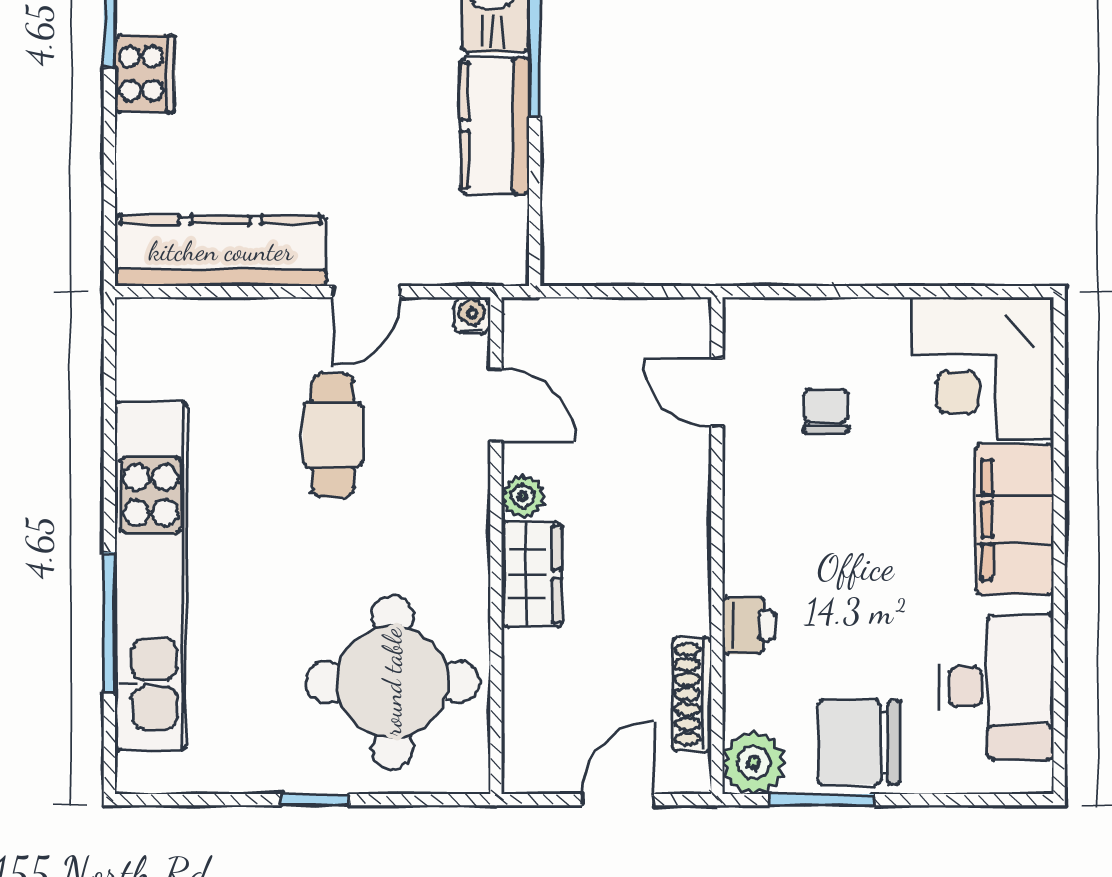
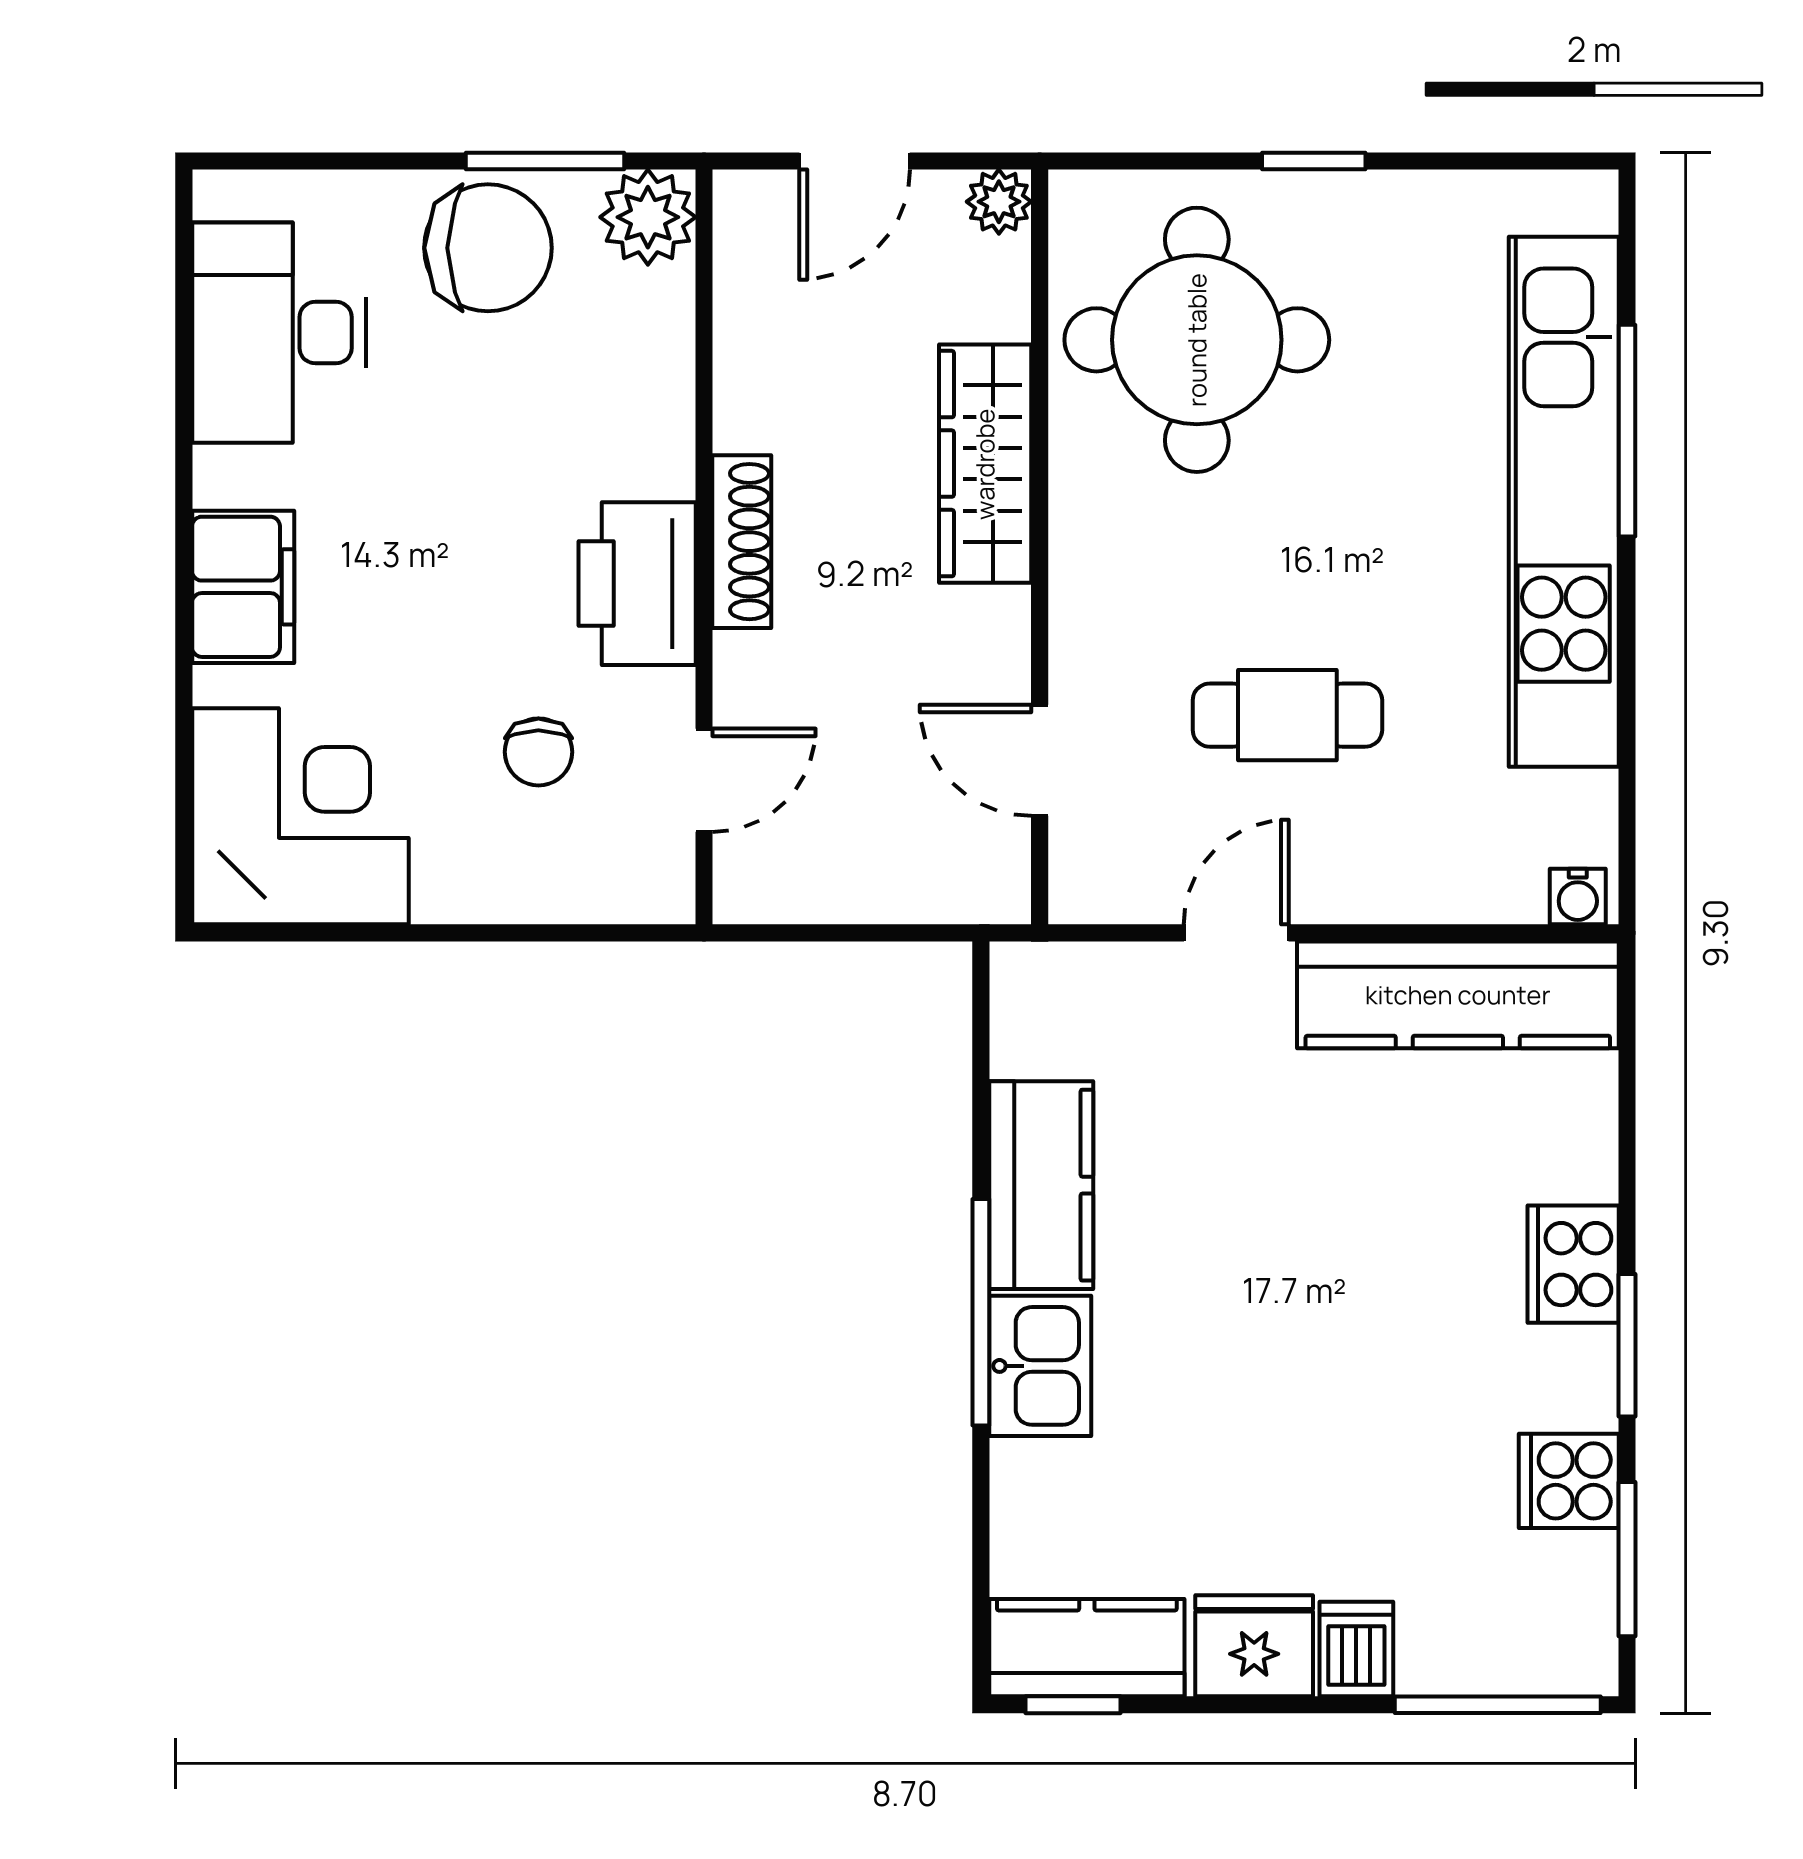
water cooler: (472, 315) -> (1578, 897), moved
door: (717, 392) -> (704, 780), hinge flipped
cafe table: (333, 435) -> (1287, 715), turned 90
plant: (523, 496) -> (999, 202), moved
filing cabinet: (1015, 519) -> (243, 587), width x0.67, depth x0.86
wardrobe: (532, 574) -> (985, 464), width x1.50
printer: (748, 625) -> (637, 584), moved, width x1.87, depth x1.48
shoe rack: (692, 694) -> (742, 542), moved

